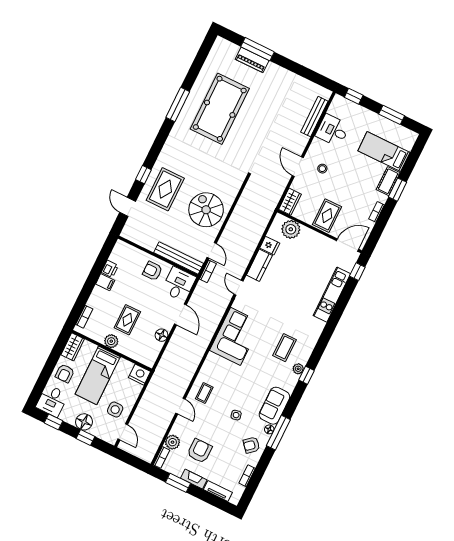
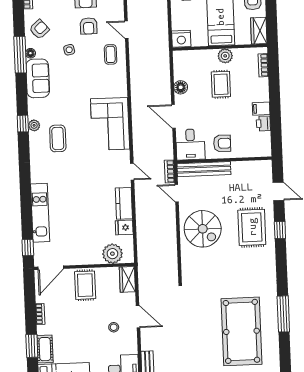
armchair: (210, 426) -> (89, 26), added

